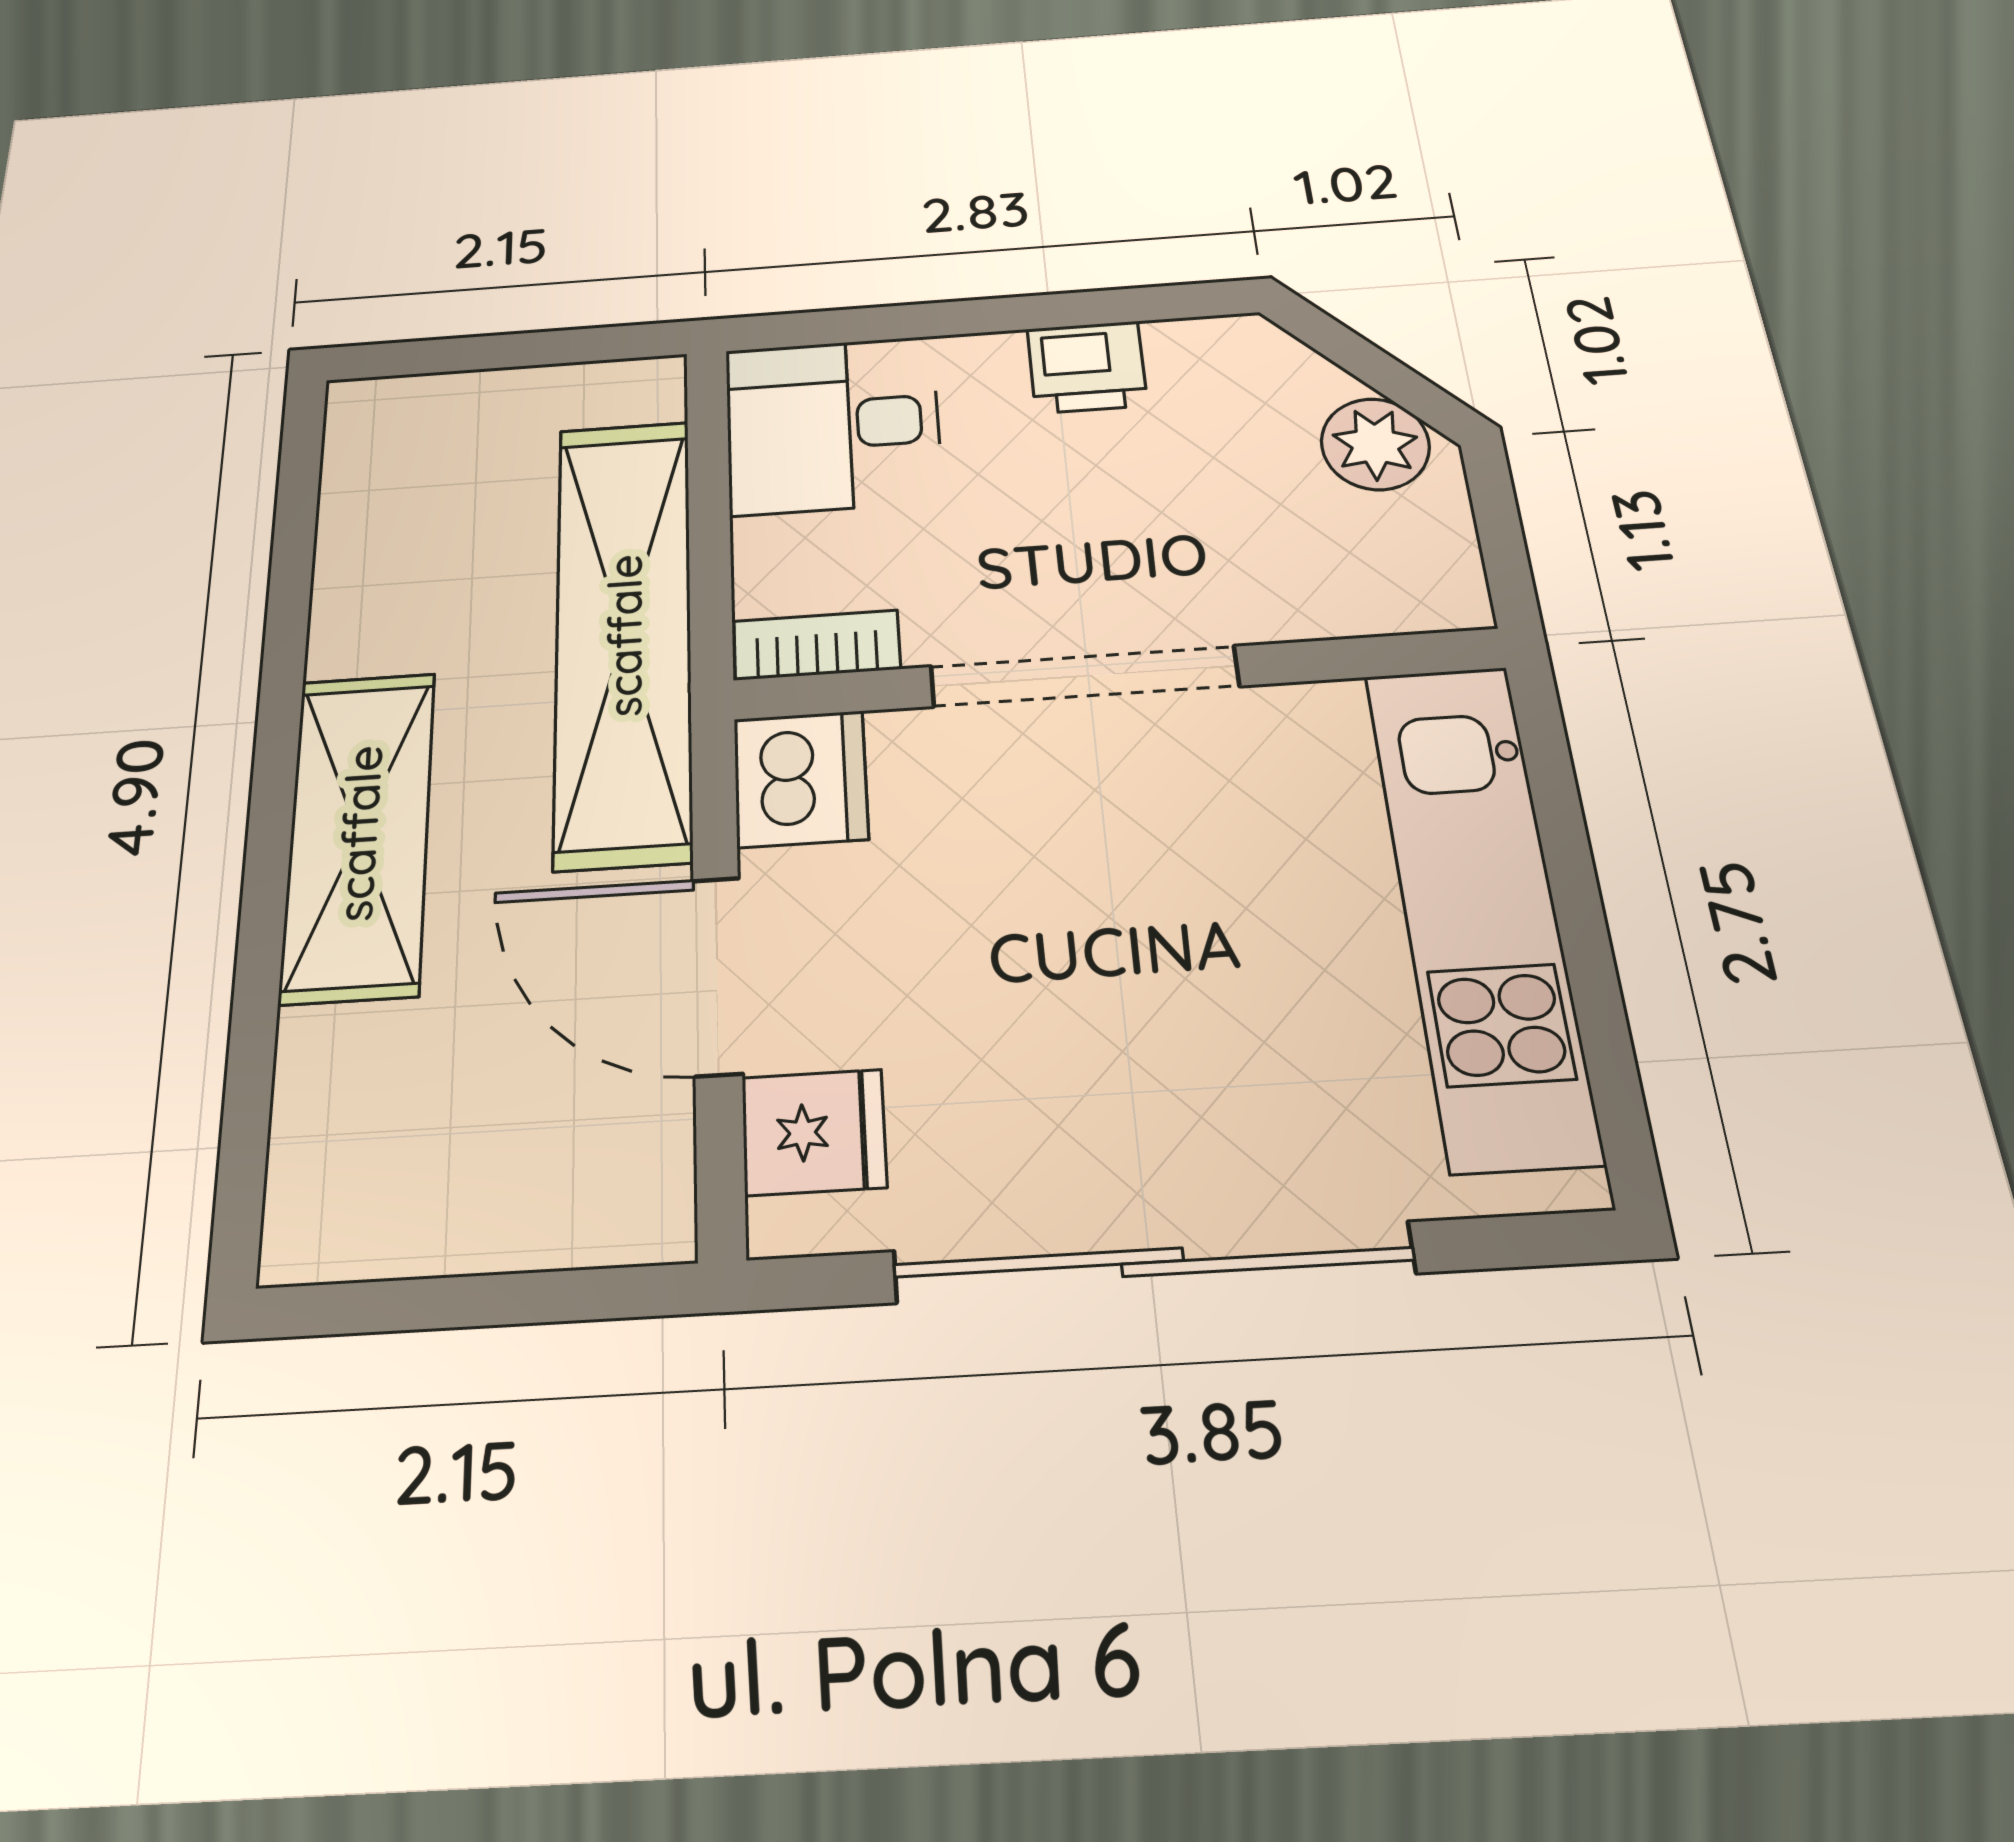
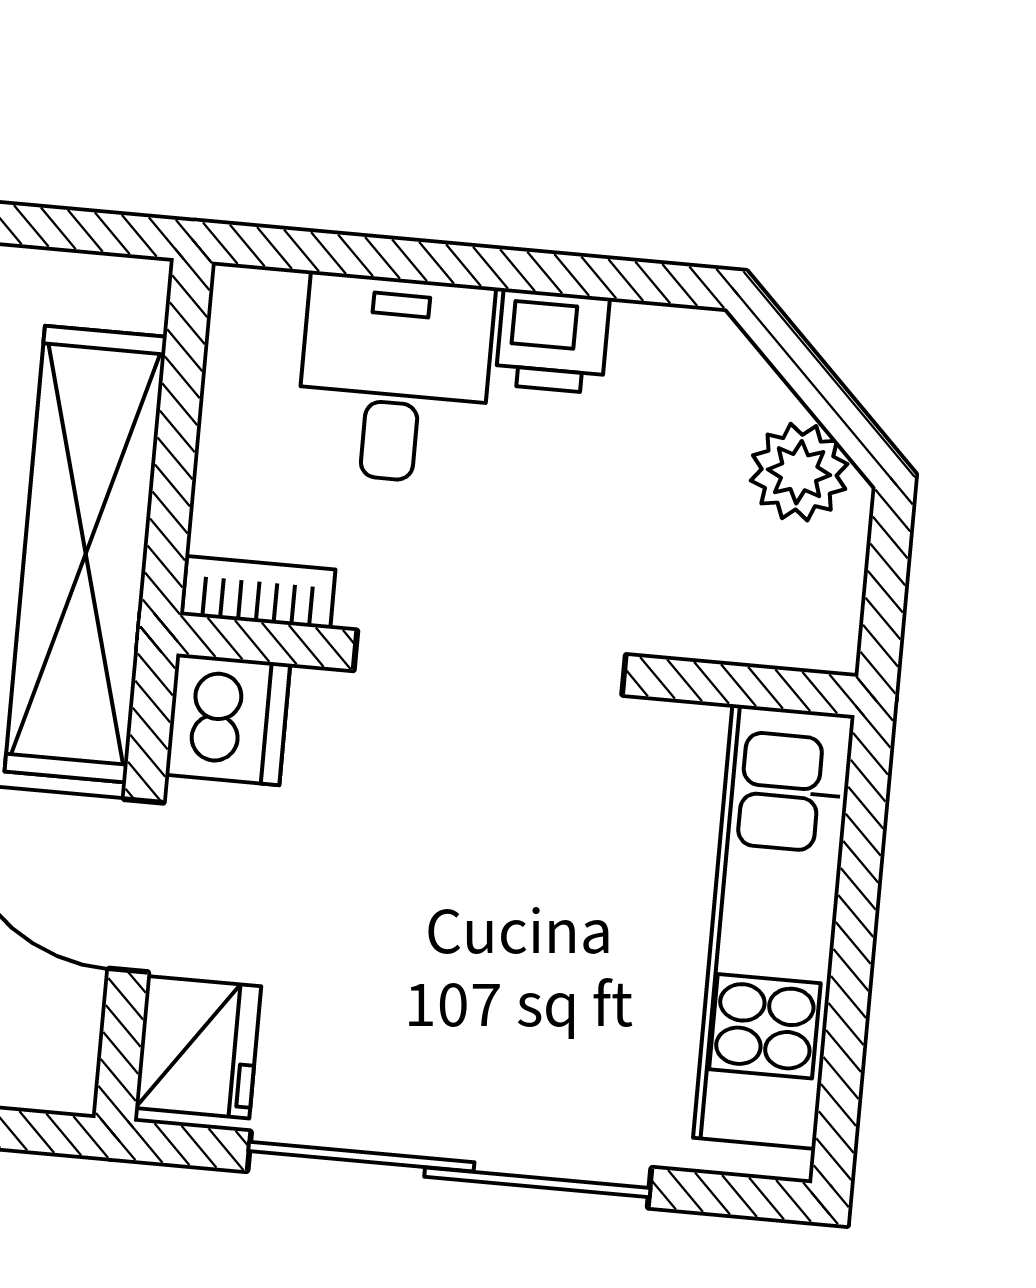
desk: (833, 425) -> (395, 379), moved, turned 90
fridge: (814, 1132) -> (198, 1047), width x1.38

